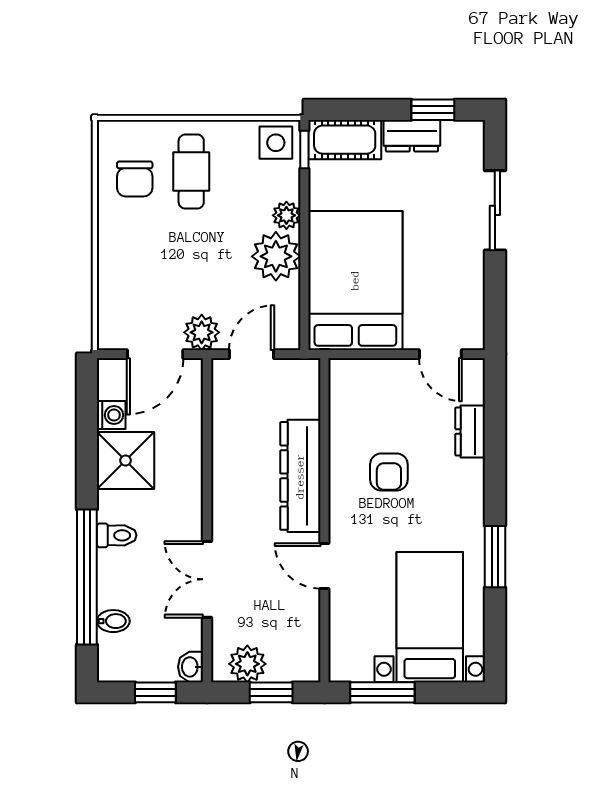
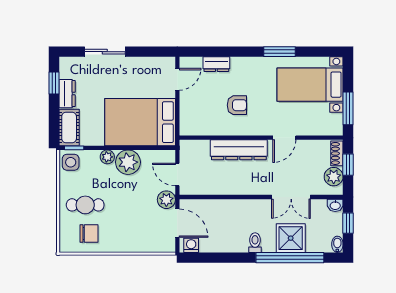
washing machine: (111, 415) -> (191, 245), moved
shower: (125, 460) -> (291, 238), moved
toilet: (117, 535) -> (255, 243), moved
bidet: (113, 621) -> (337, 244), moved
shoe rack: (293, 670) -> (337, 153), added

